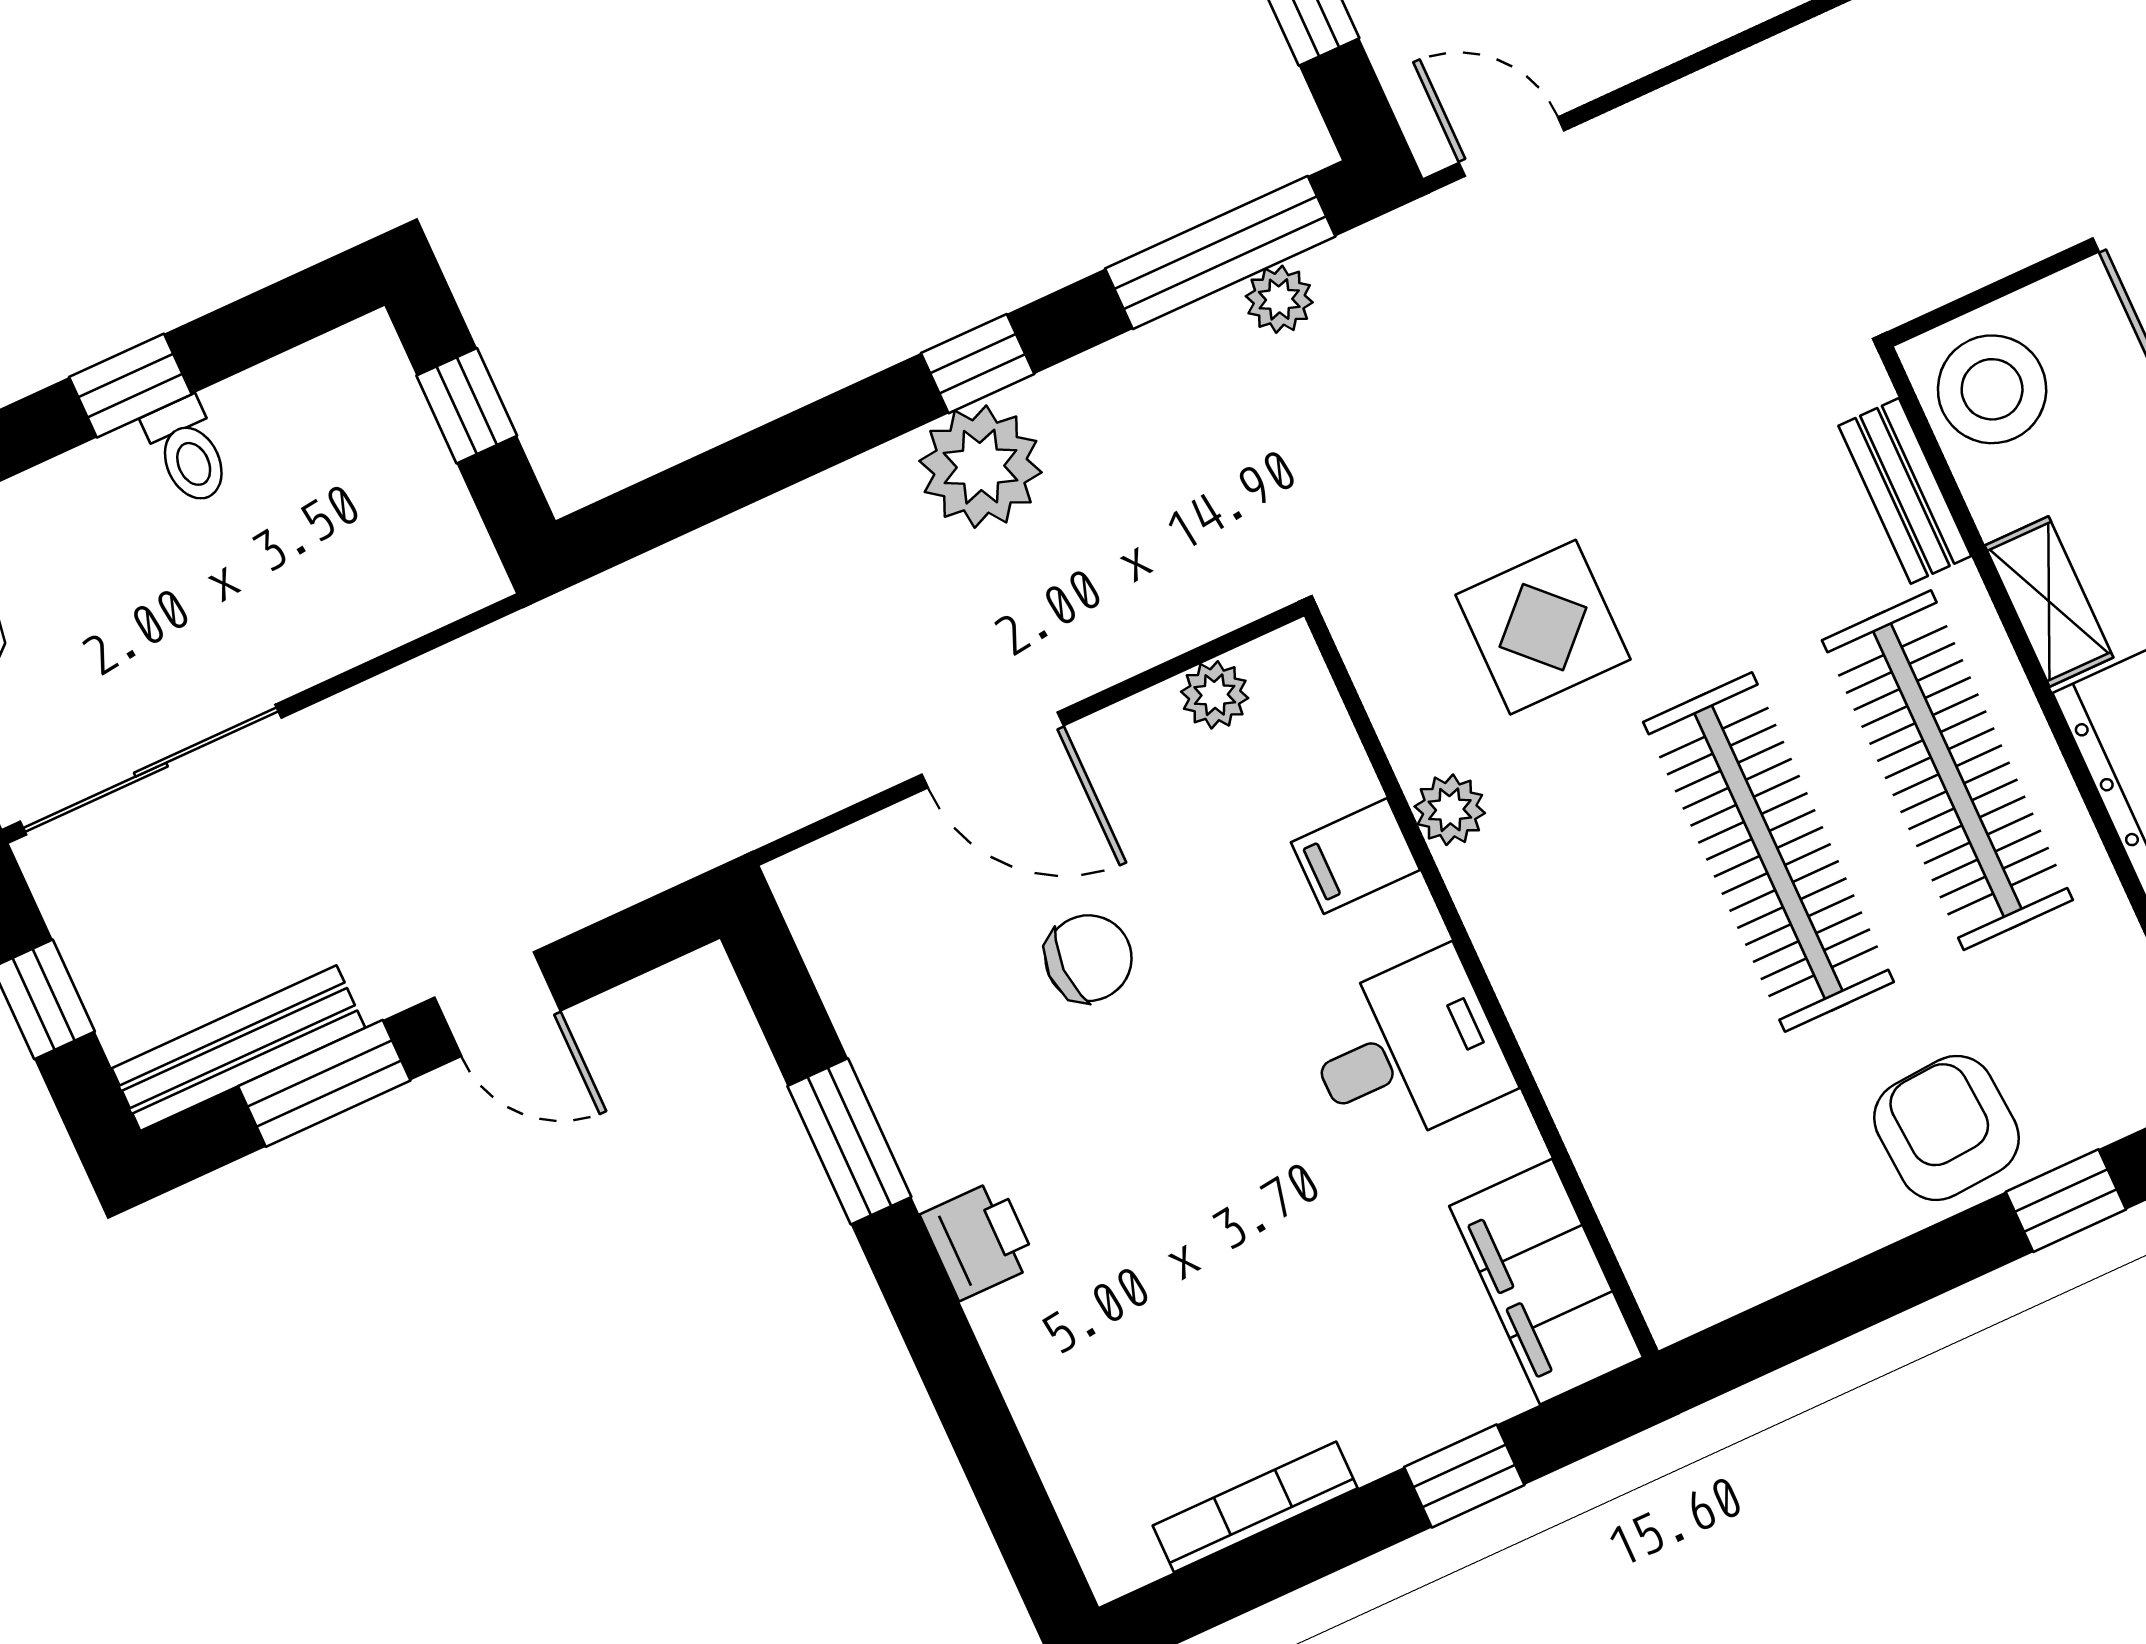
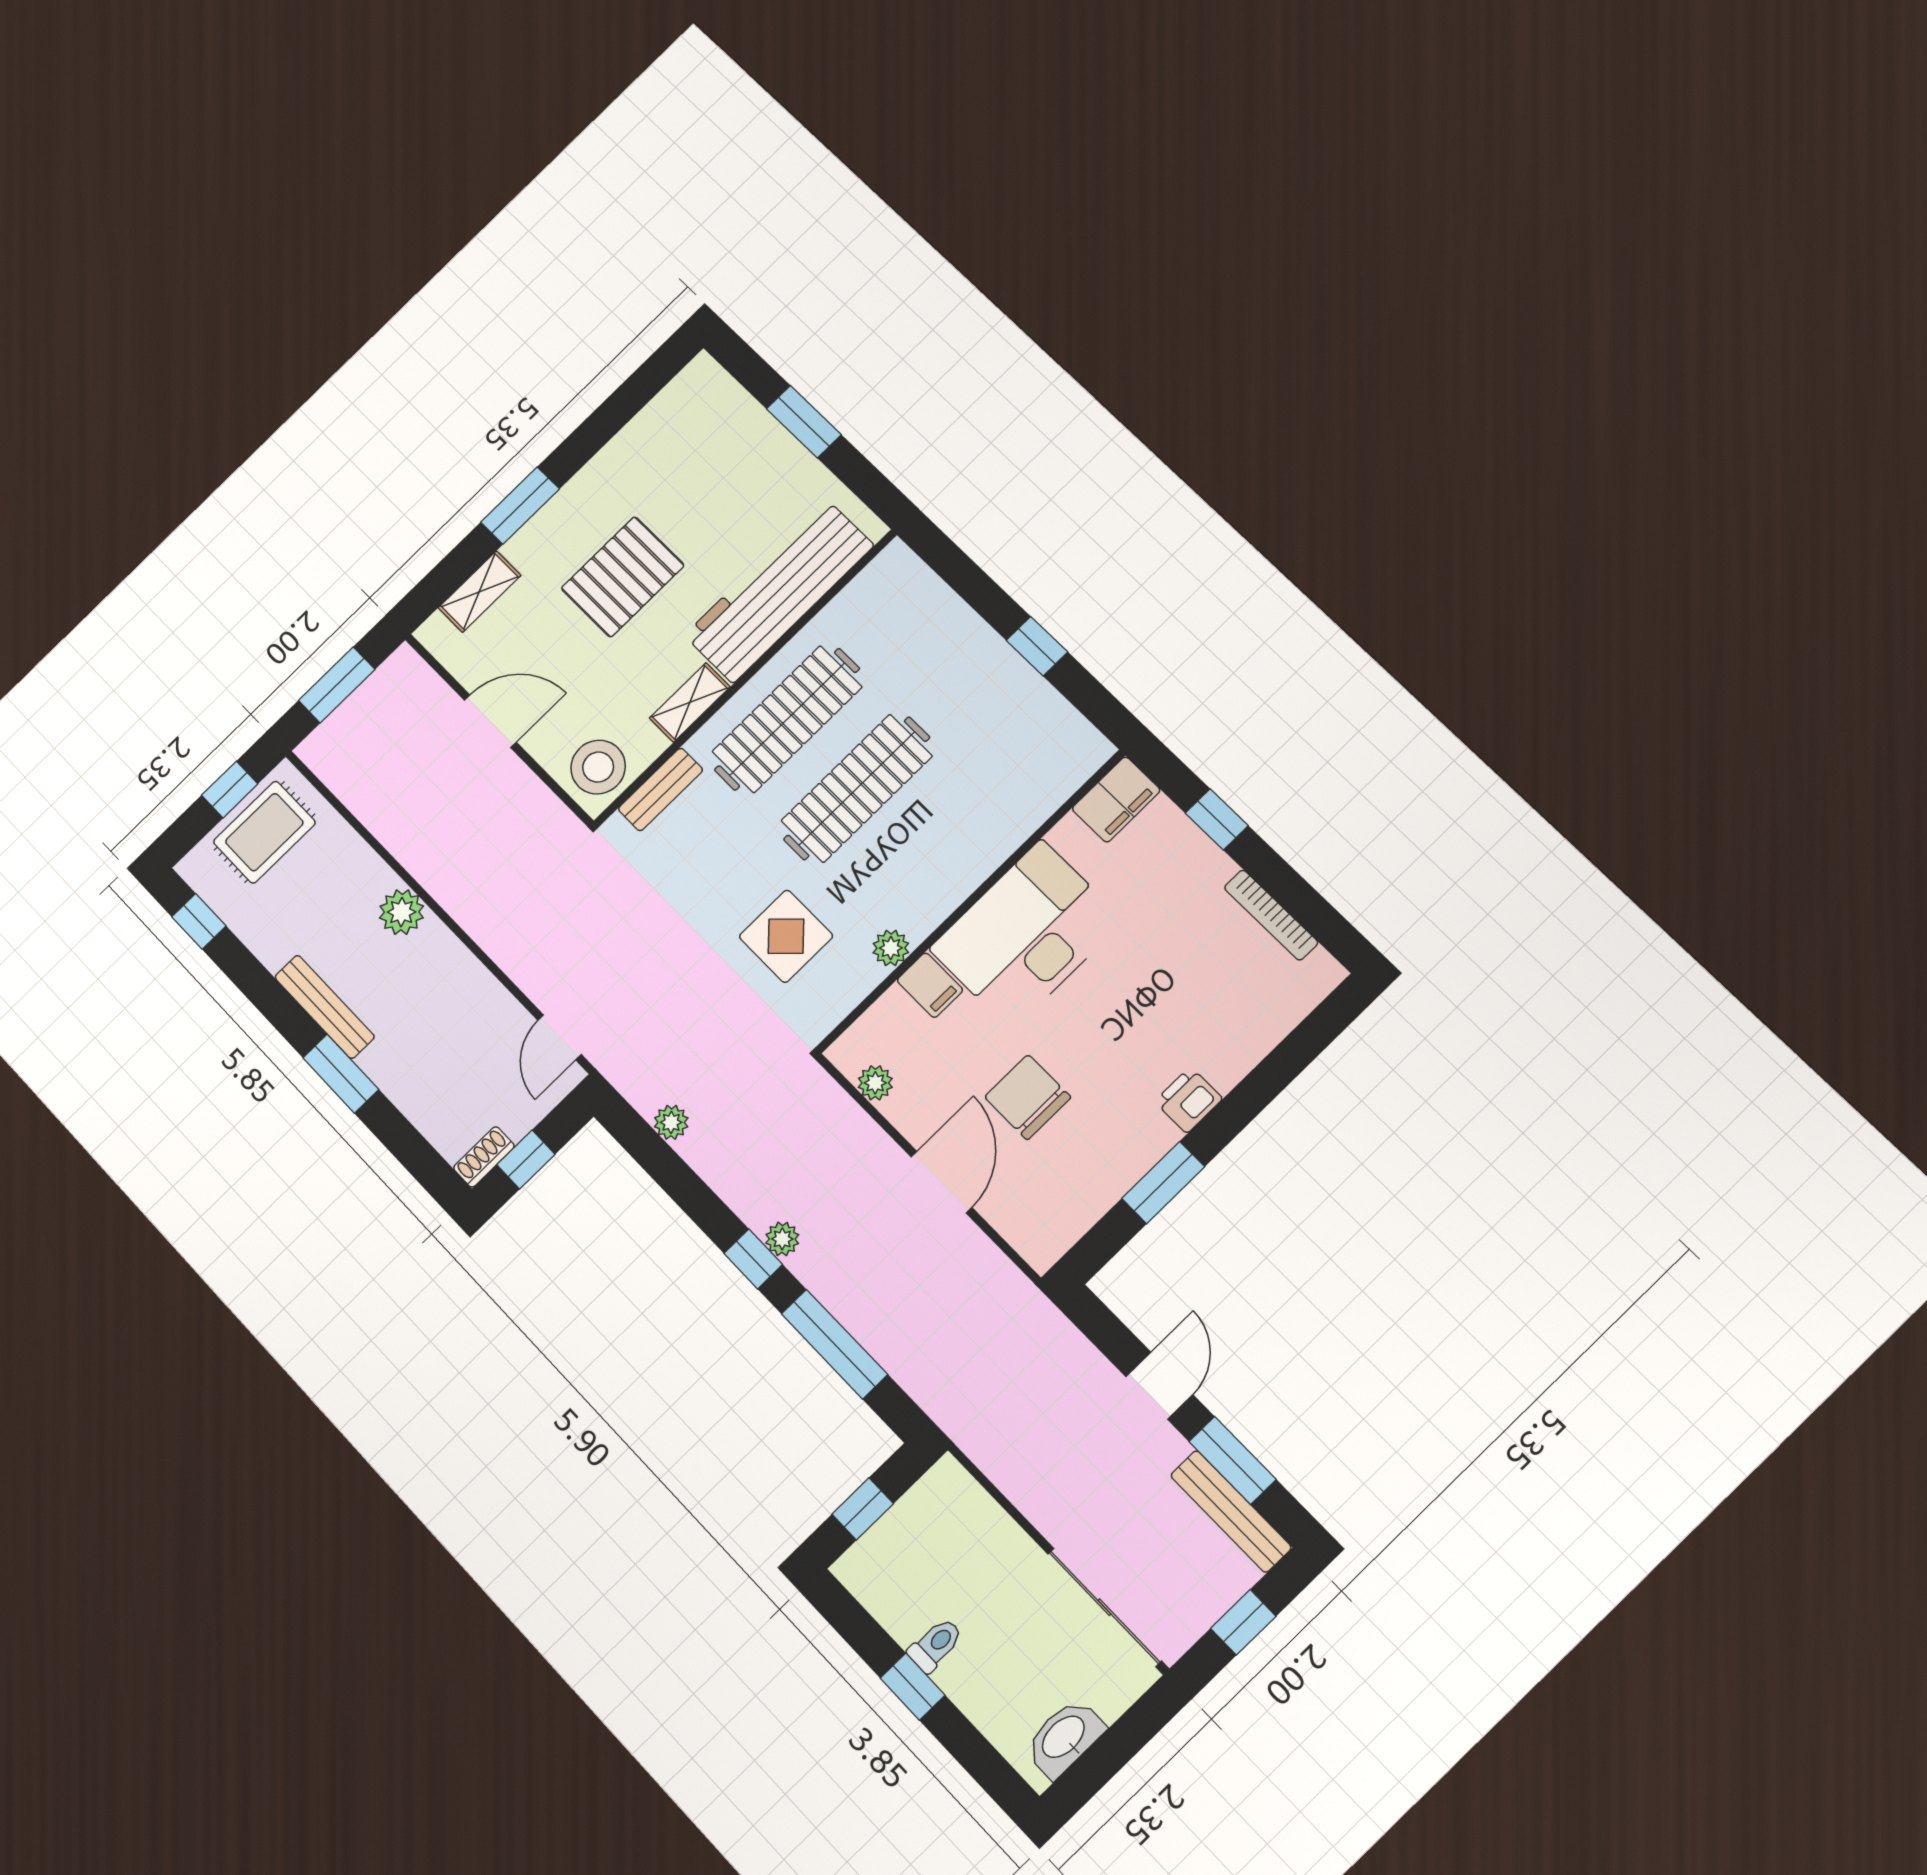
window: (1220, 253) -> (834, 1344), moved
plant: (980, 467) -> (782, 1239), width x0.53, depth x0.53
chair: (1088, 958) -> (1028, 1097), width x1.37, depth x1.37
desk: (1407, 1051) -> (1026, 935), width x1.87, depth x1.30
armchair: (1947, 1128) -> (960, 655), removed
window: (2066, 1201) -> (1037, 646), moved
filing cabinet: (1546, 1282) -> (1116, 799), width x0.67, depth x0.86

